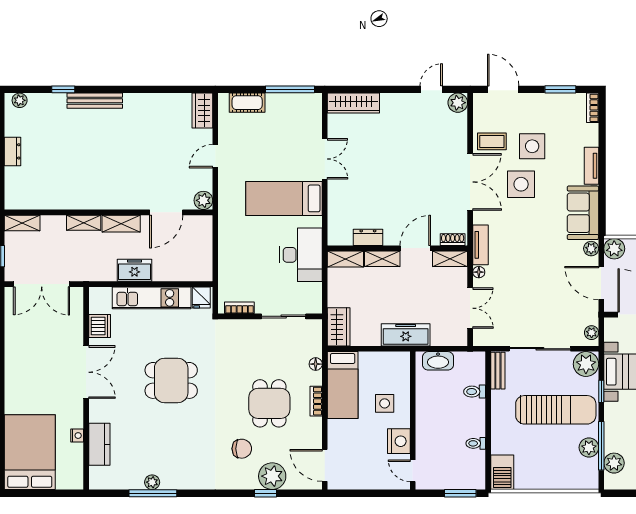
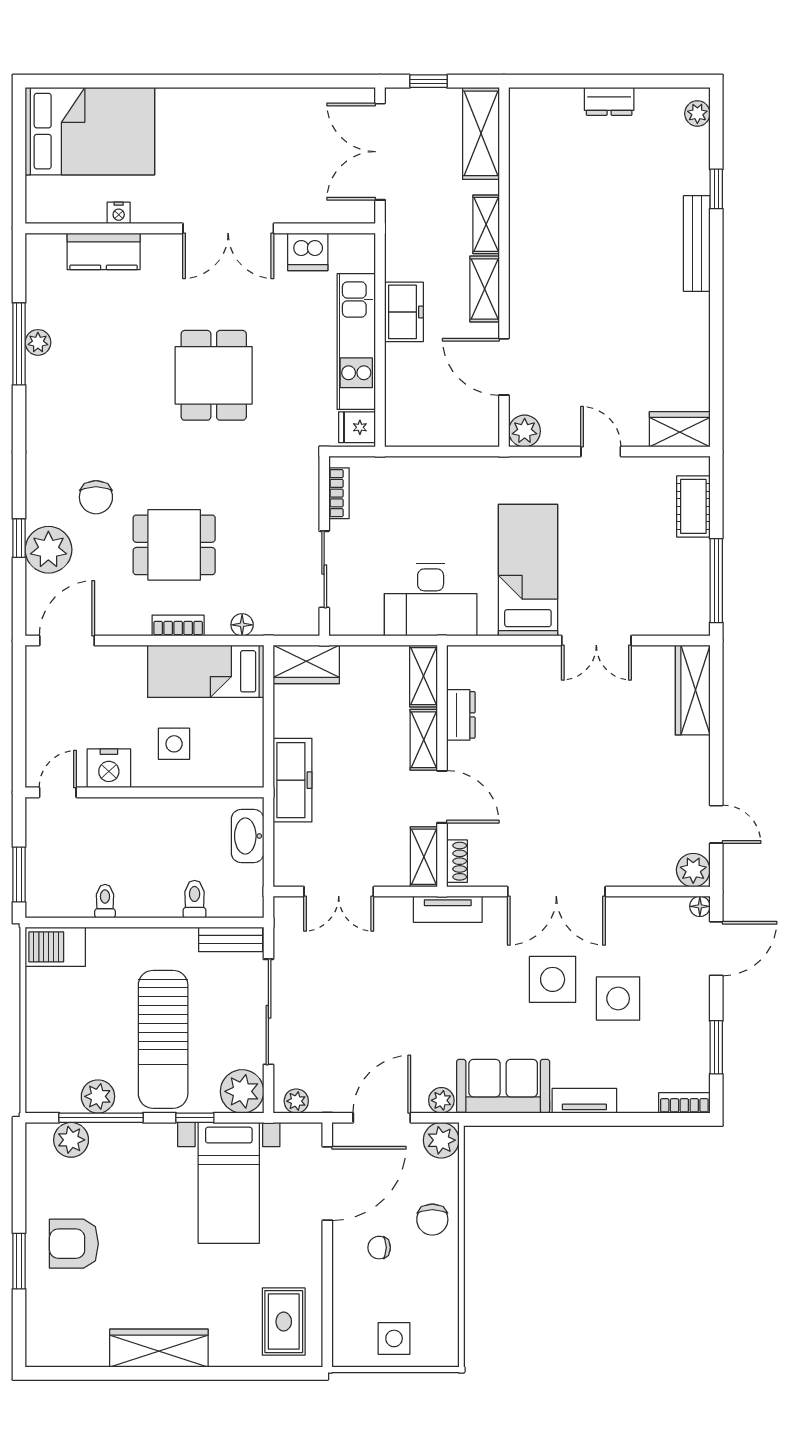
coffee table: (492, 141) -> (626, 929), removed
shelving: (22, 223) -> (481, 133), width x1.50, depth x1.33
floor lamp: (479, 272) -> (700, 906), moved

